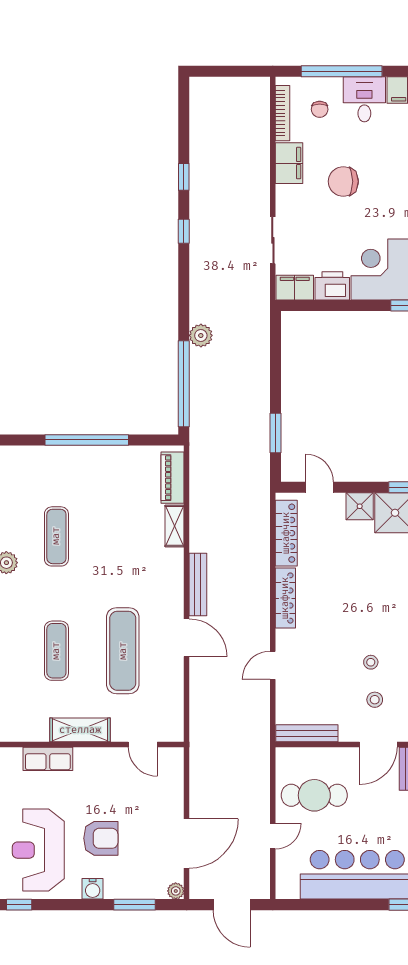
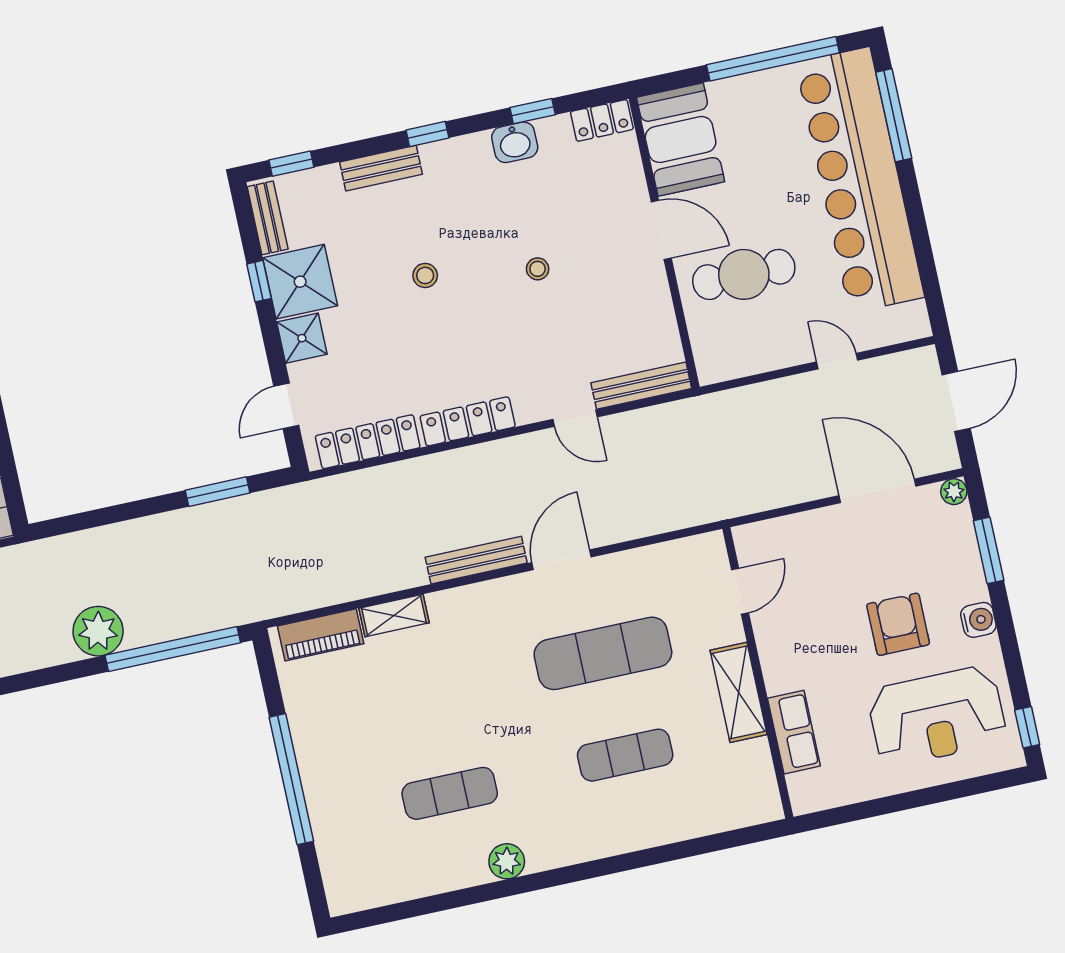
plant: (201, 335) -> (98, 631), width x1.36, depth x1.36
stool: (375, 700) -> (425, 275), moved
bench: (307, 733) -> (641, 386), moved, turned 90
cafe table: (314, 795) -> (744, 274), moved, turned 90

